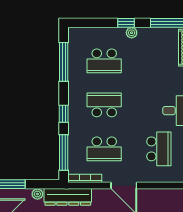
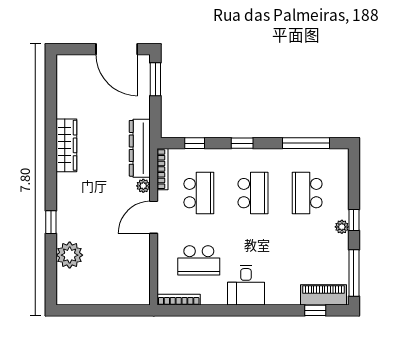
school desk: (104, 149) -> (199, 193), turned 180
window: (64, 152) -> (195, 143), width x0.46
plant: (37, 194) -> (143, 186), moved

